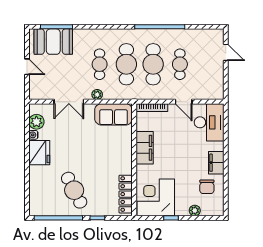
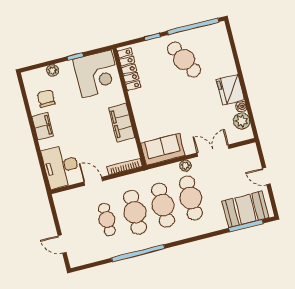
cafe table: (100, 64) -> (191, 198), width x1.37, depth x1.35

